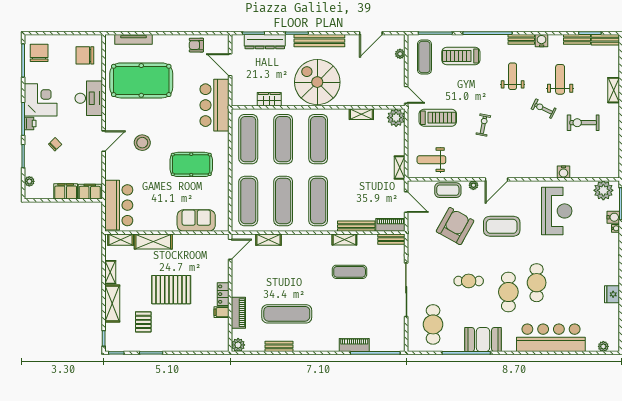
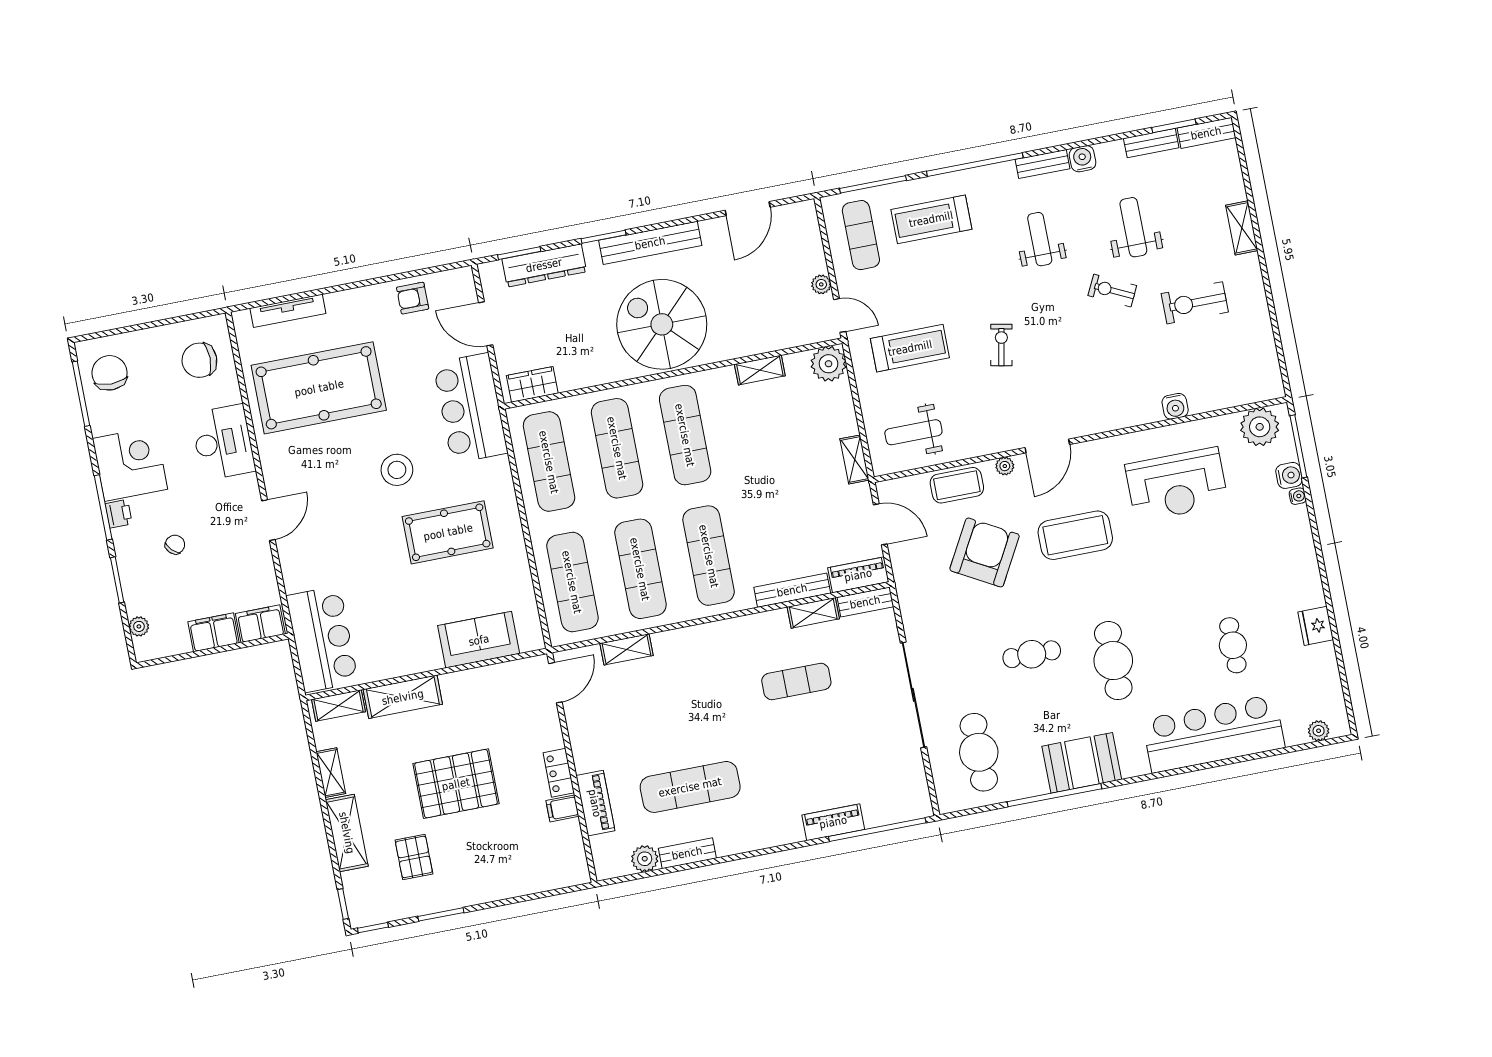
plant: (400, 54) -> (821, 284), moved
wardrobe: (269, 99) -> (532, 384), moved
stool: (142, 143) -> (397, 470), moved
reception desk: (557, 211) -> (1177, 485), turned 90
shelving: (344, 239) -> (813, 613), moved
cafe table: (537, 283) -> (1233, 645), moved, width x0.73, depth x0.74
plant: (238, 345) -> (645, 859), moved

